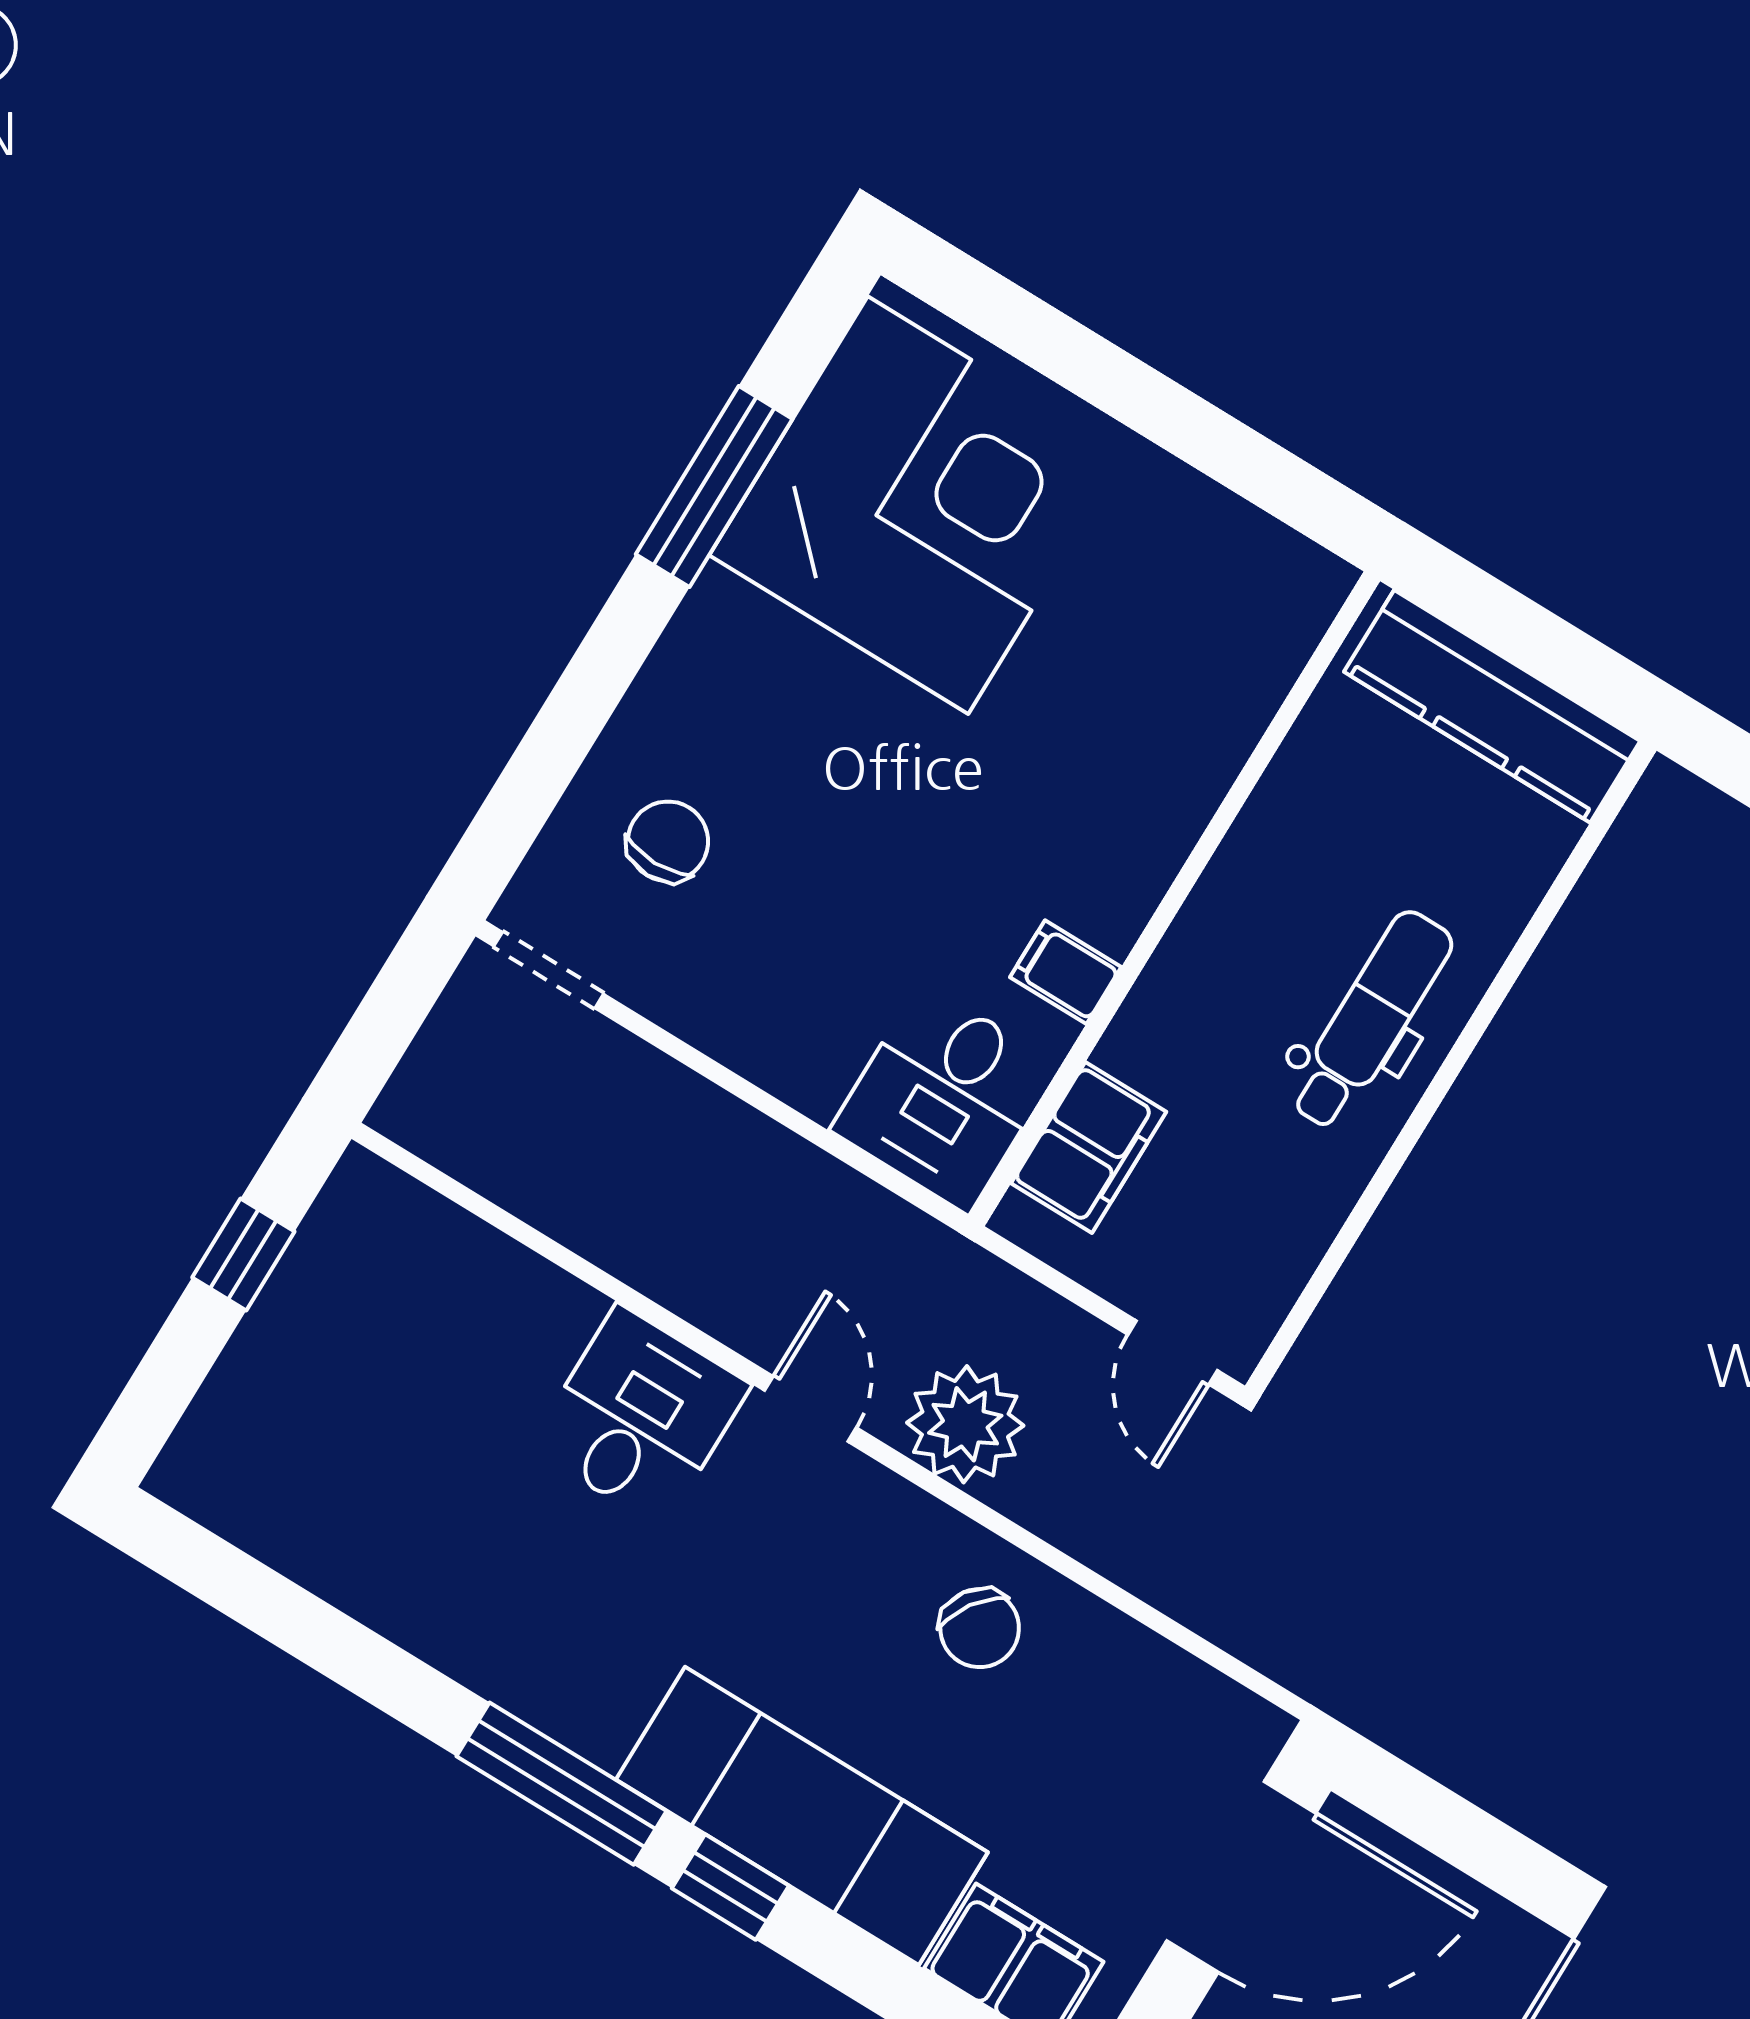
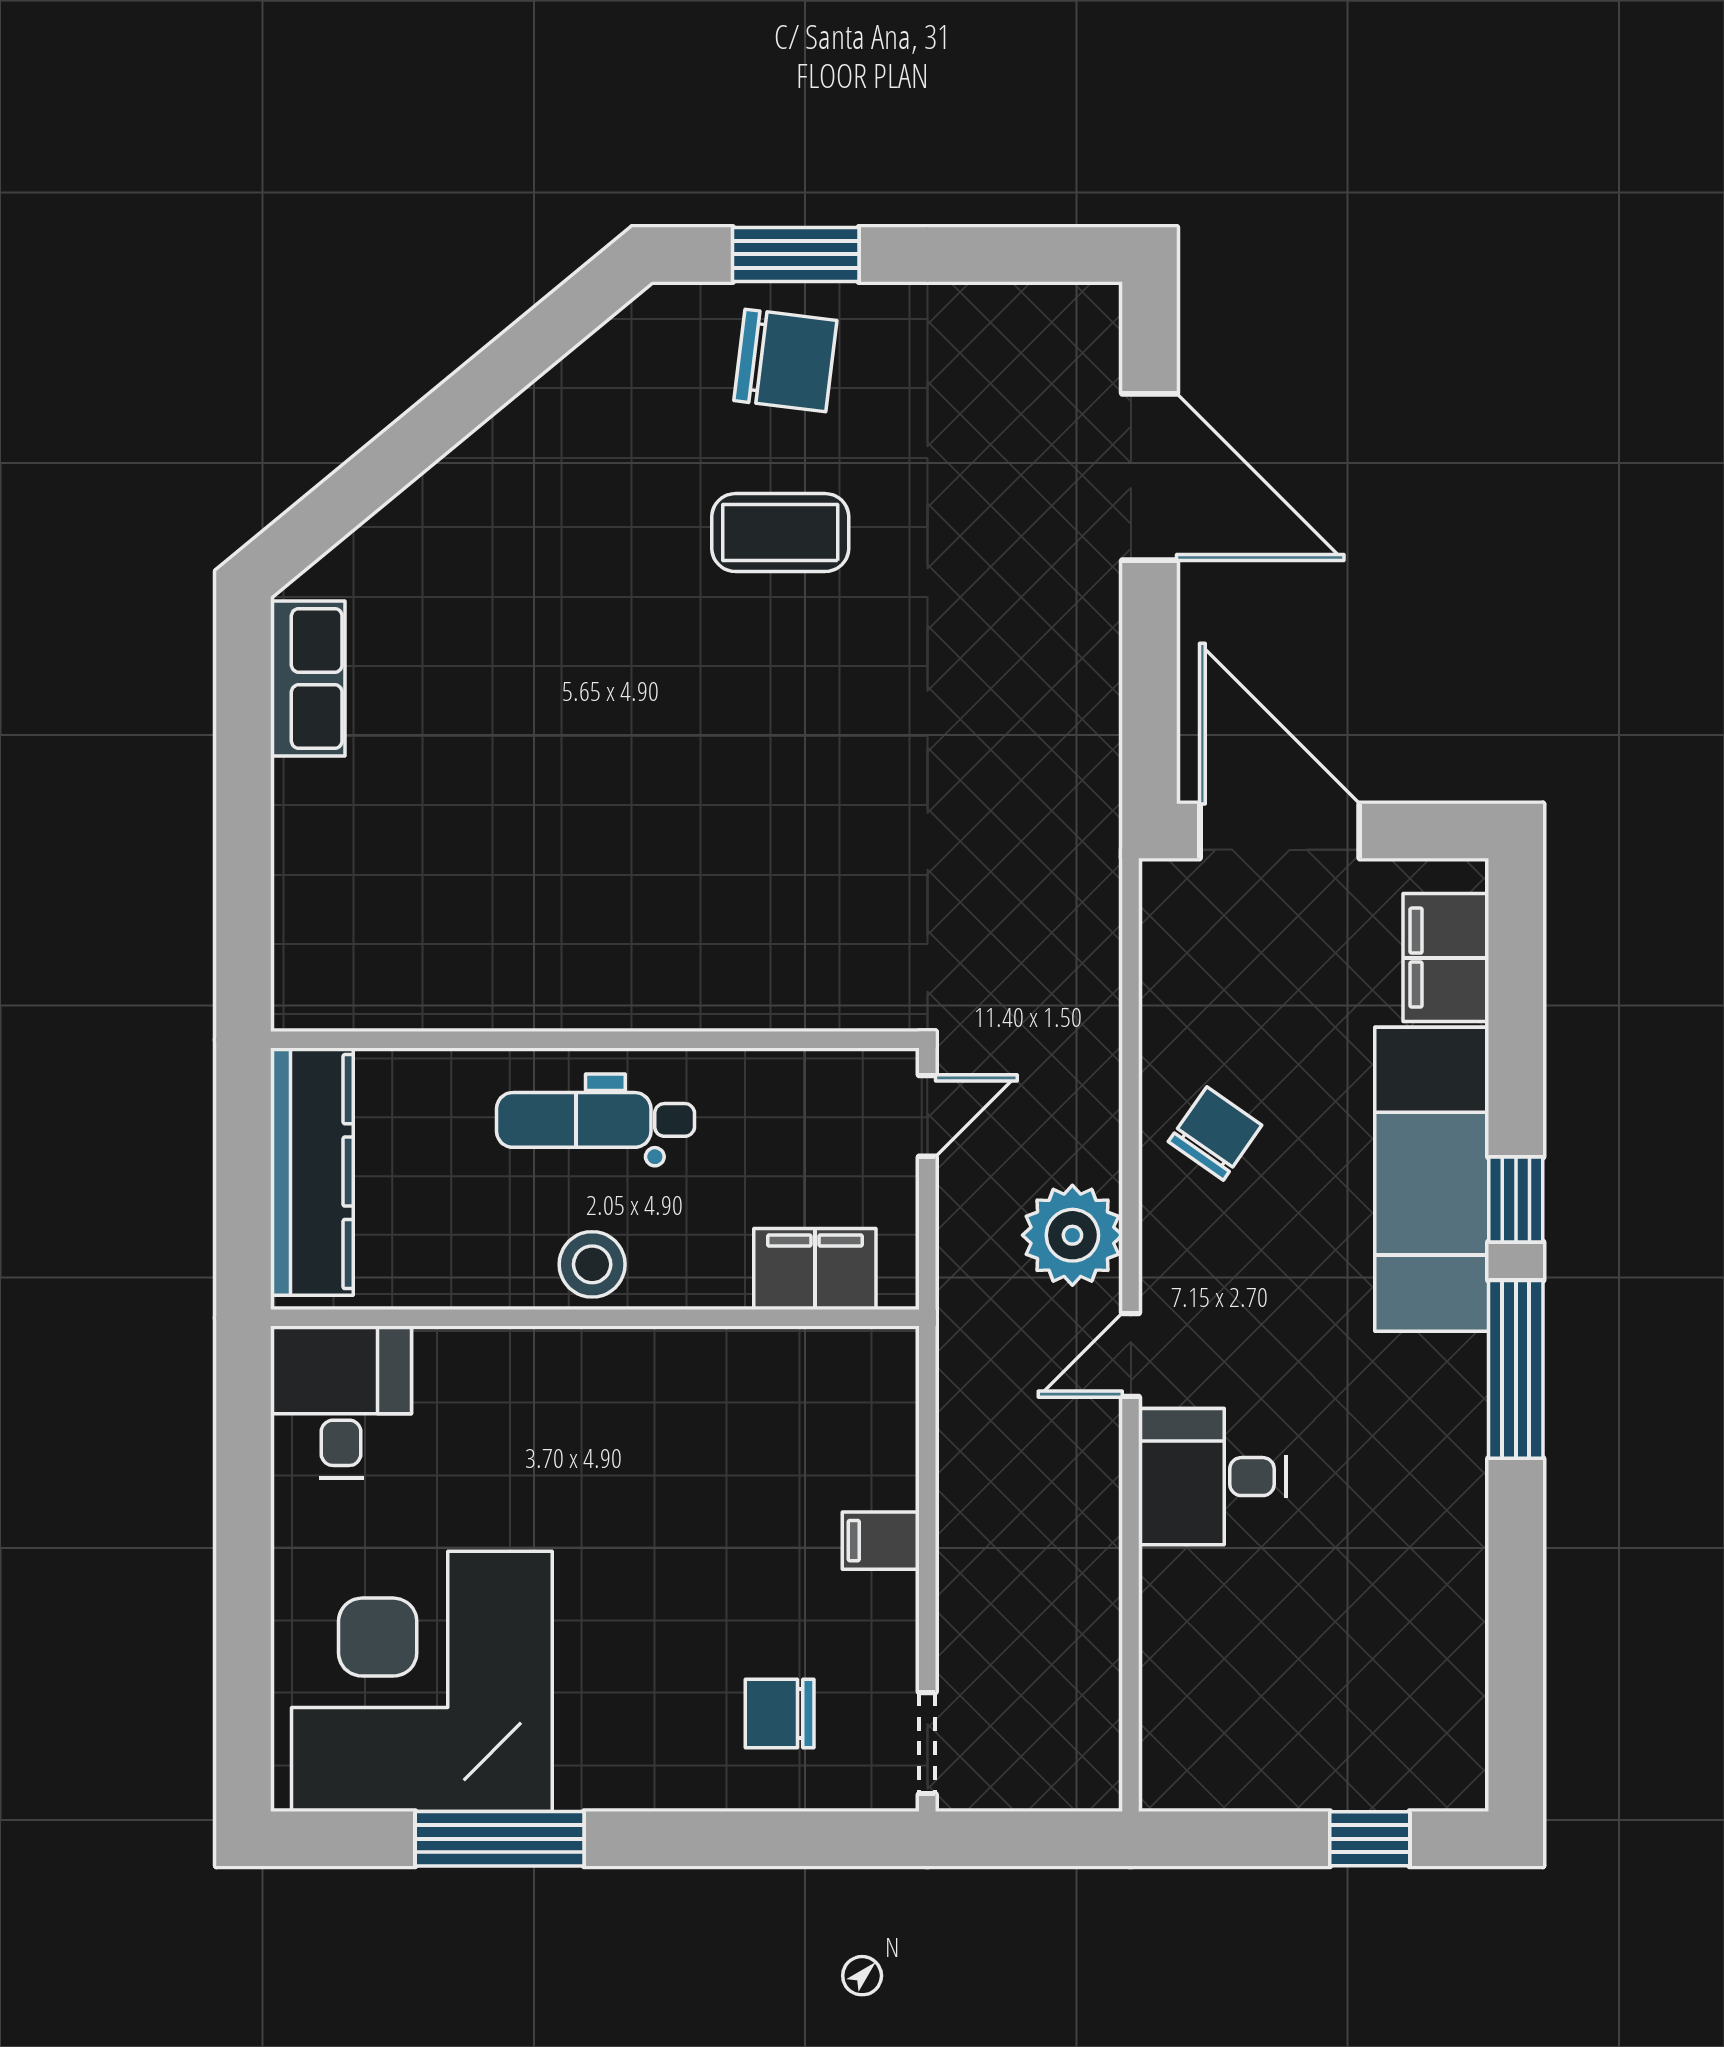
stool: (1229, 929) -> (592, 1264), added
filing cabinet: (1066, 972) -> (881, 1541), moved, turned 90
desk: (945, 1098) -> (341, 1402), moved, turned -90
window: (243, 1255) -> (1370, 1839), moved

